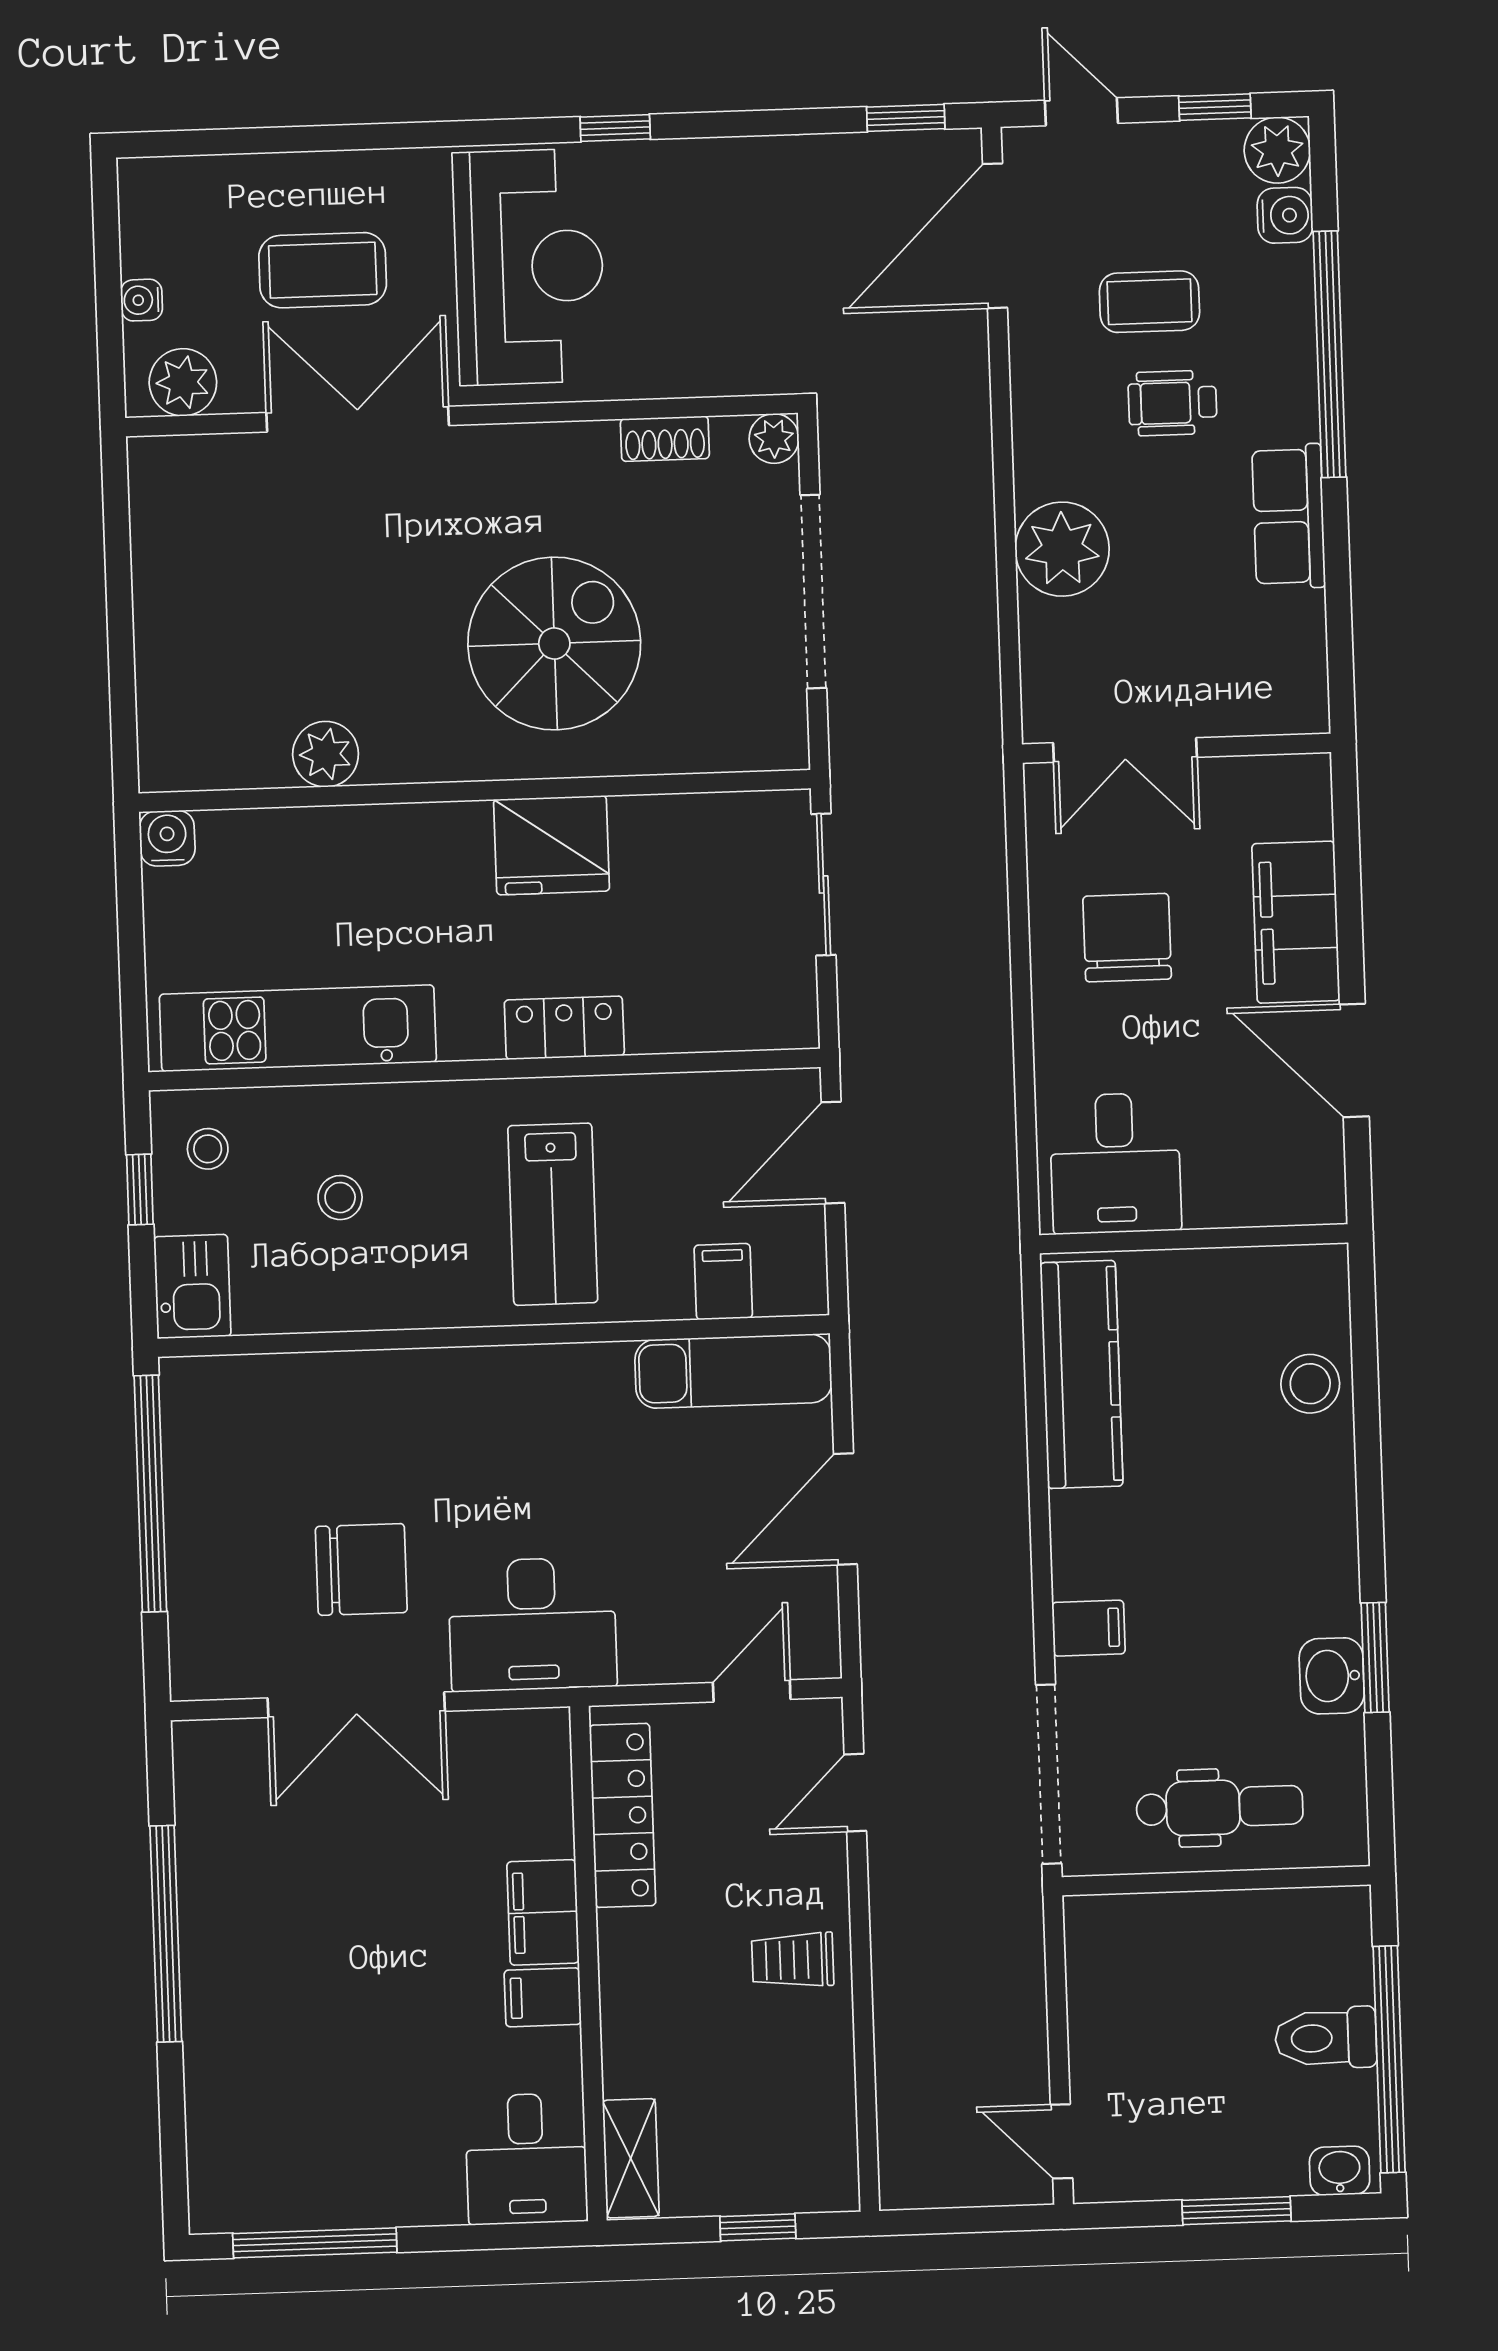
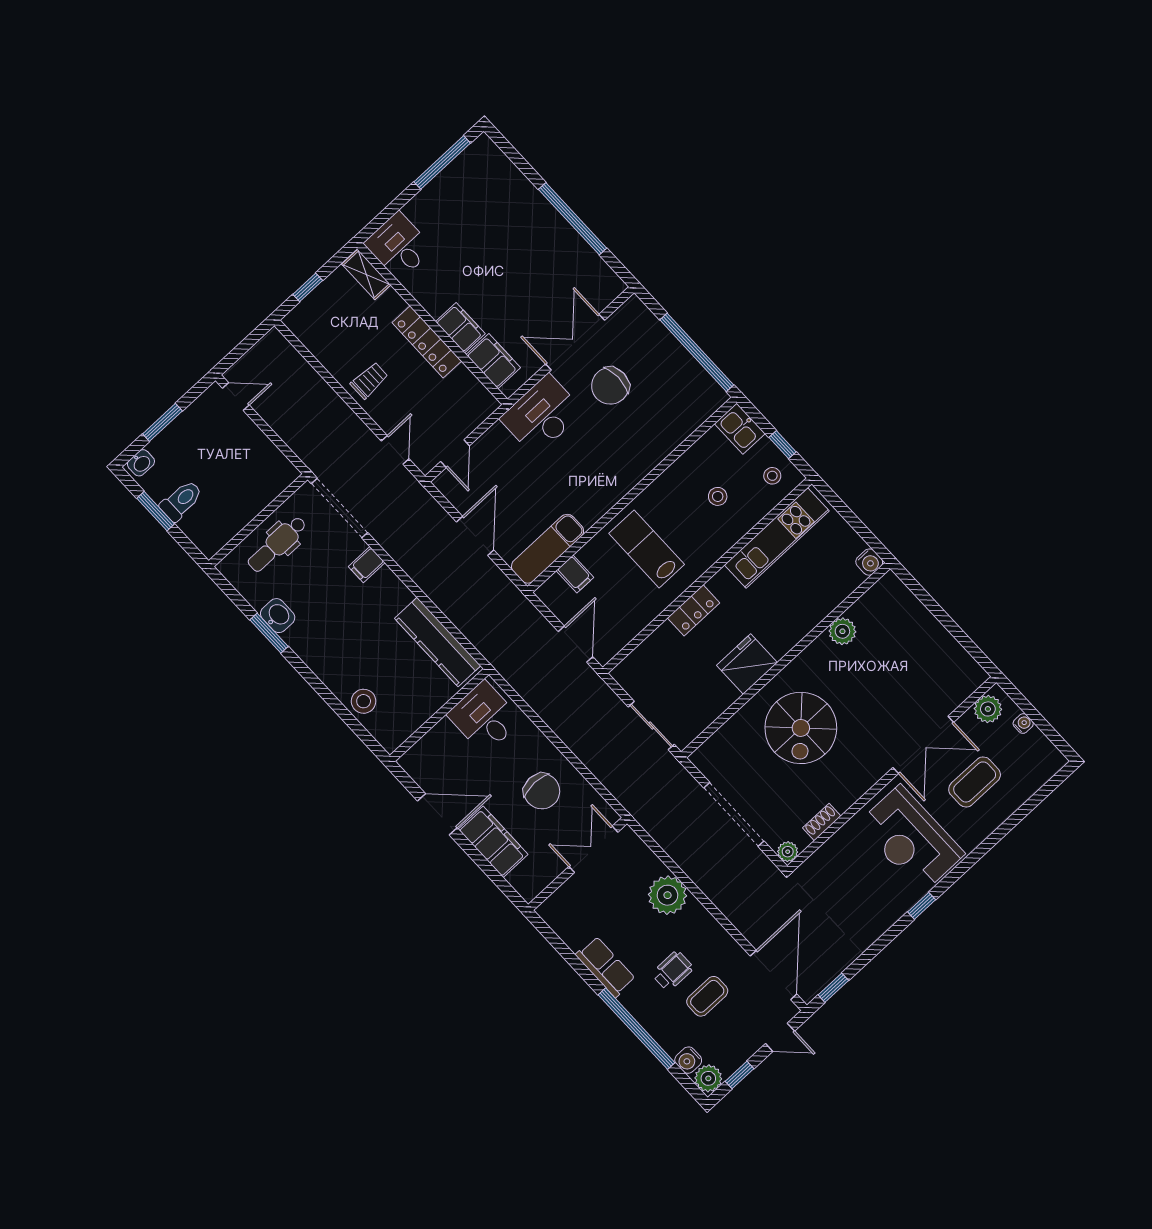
locker: (622, 1815) -> (427, 342), moved
filing cabinet: (543, 1997) -> (493, 361), moved, width x2.00
window: (1389, 2059) -> (156, 511), width x0.47

